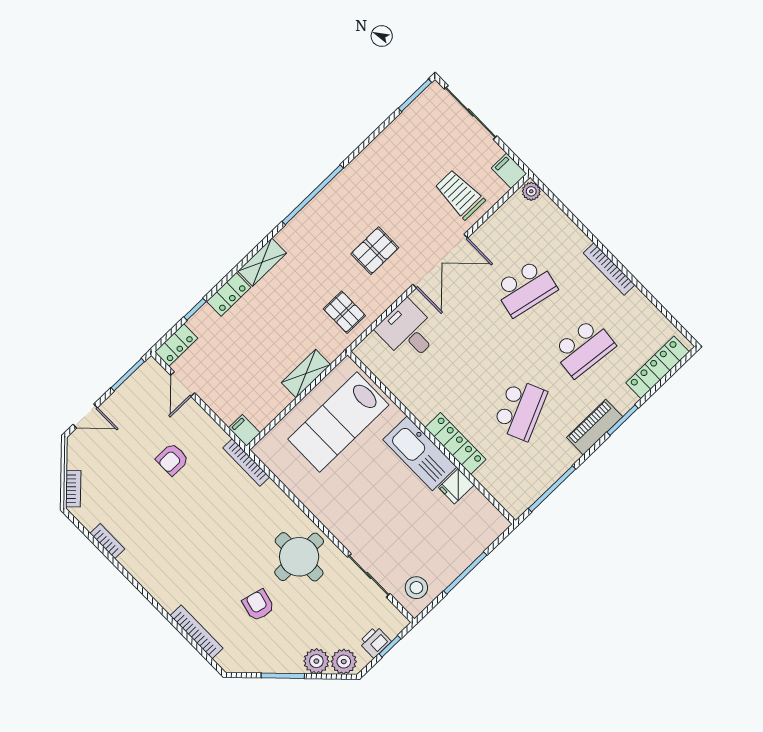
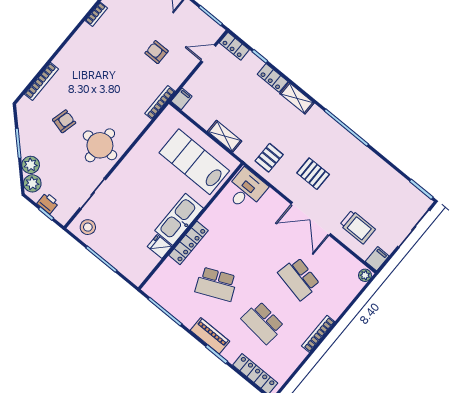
trolley: (460, 194) -> (358, 227), turned 90
desk: (408, 331) -> (246, 190), moved

